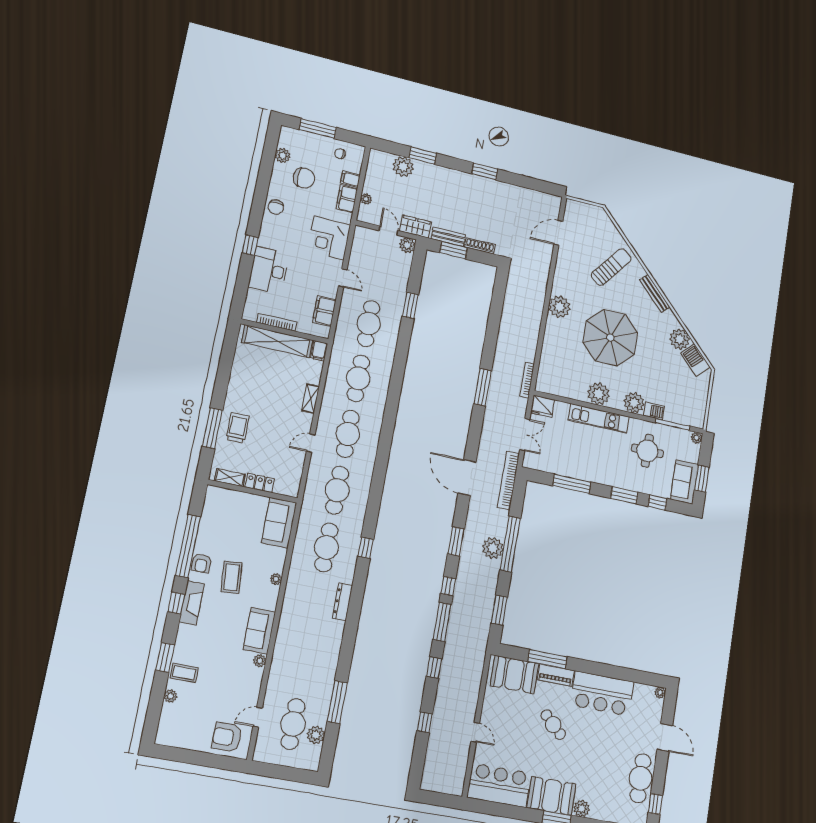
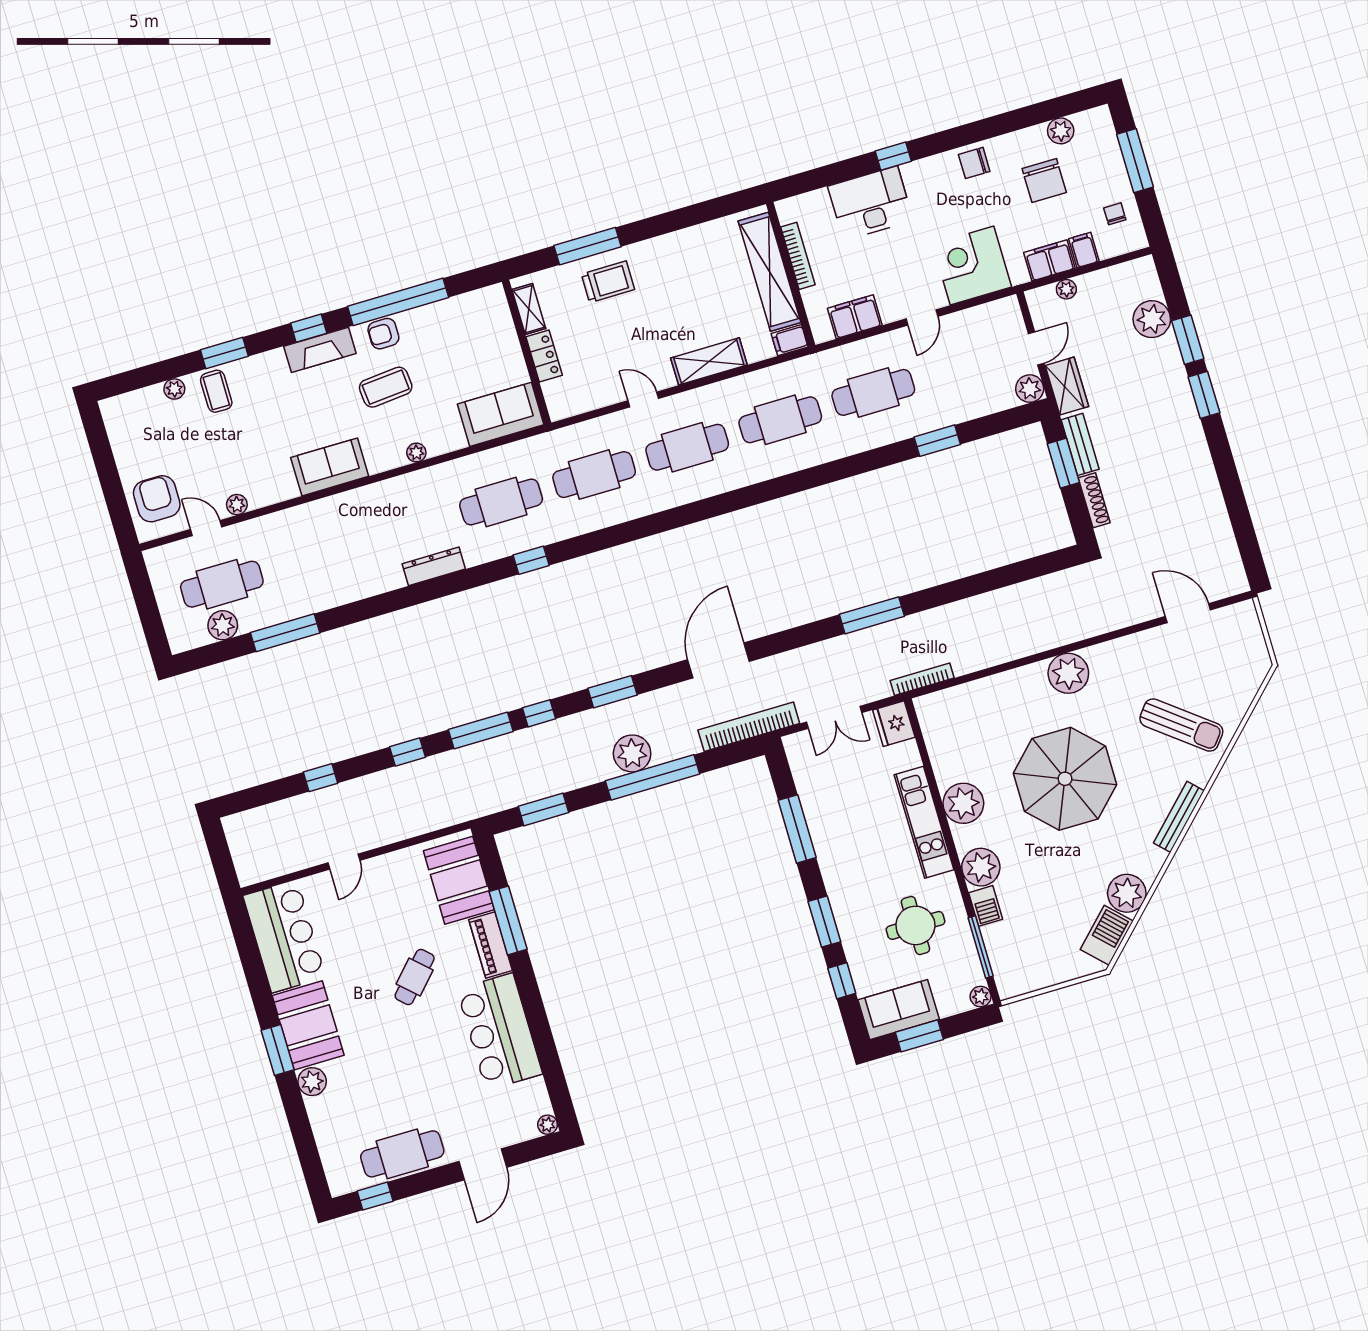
window: (485, 171) -> (1204, 395), moved
shelving: (310, 399) -> (709, 361), width x1.50, depth x1.33
plant: (260, 661) -> (237, 505), moved

